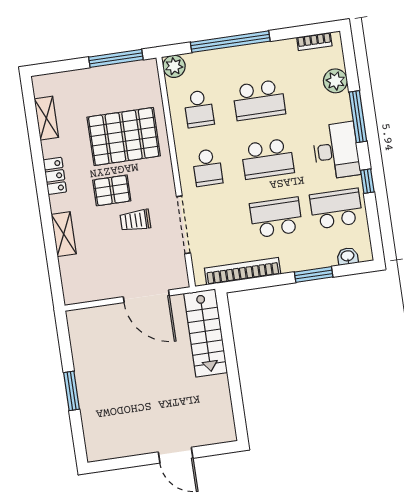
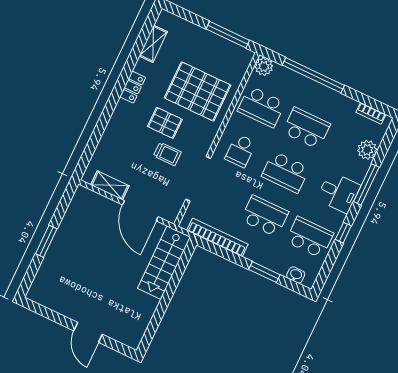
school desk: (259, 100) -> (306, 128), turned 180
school desk: (199, 109) -> (261, 107), width x1.85
desk: (336, 151) -> (339, 192), width x0.73
trolley: (135, 220) -> (167, 154), turned 180
shelving: (64, 234) -> (110, 185), moved, turned 90

